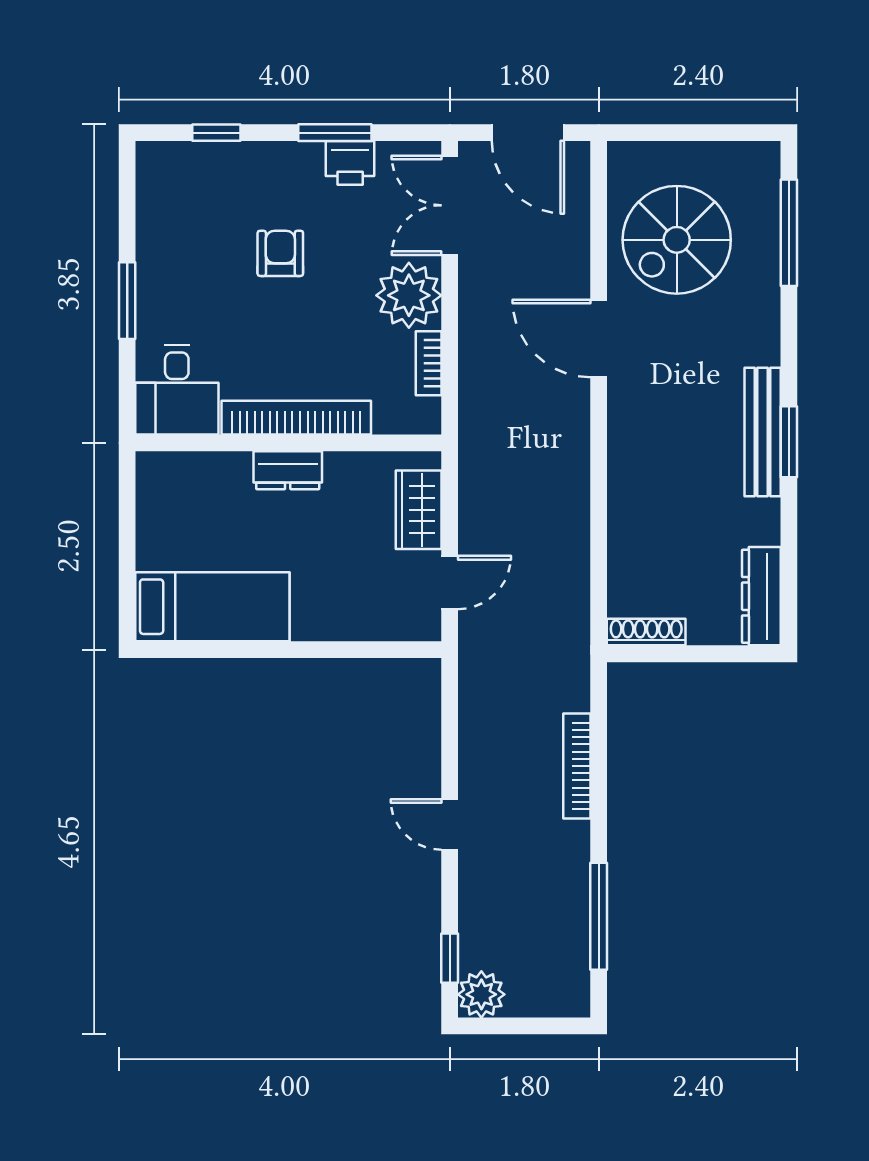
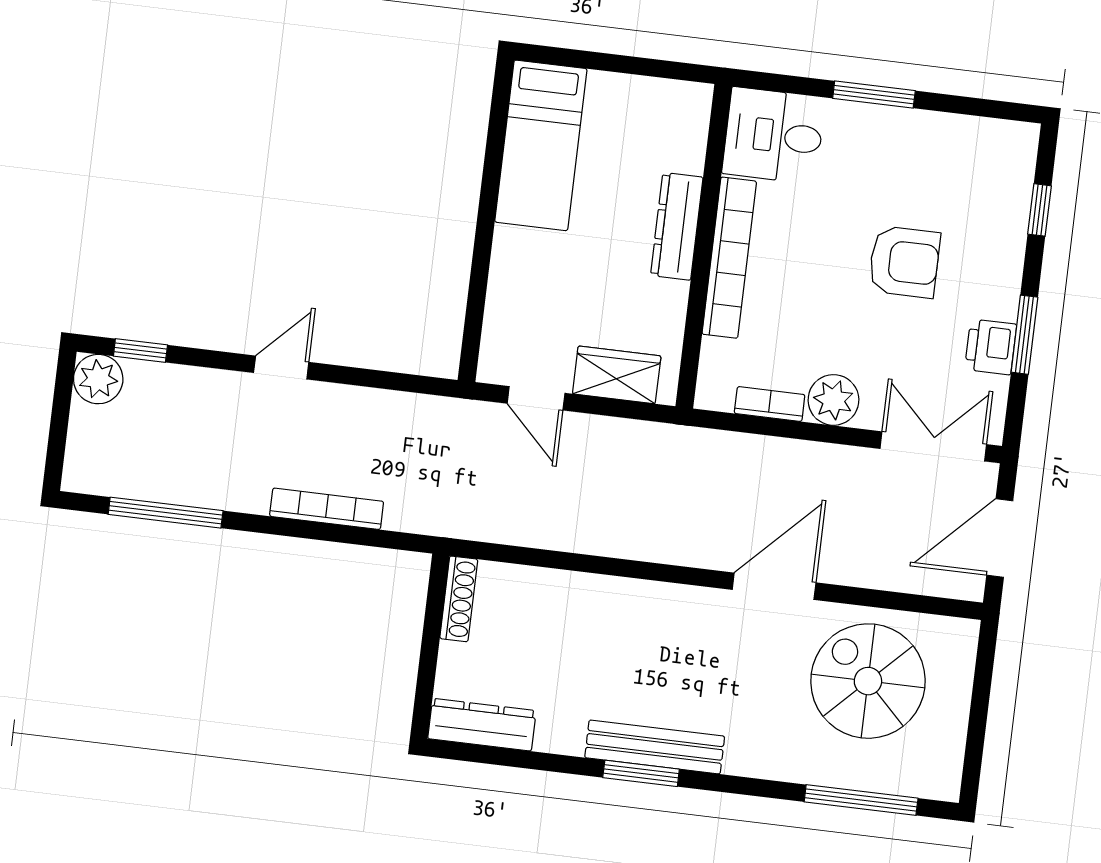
armchair: (280, 253) -> (904, 262), width x1.38, depth x1.38
plant: (409, 295) -> (833, 400), width x0.73, depth x0.73
dresser: (288, 470) -> (677, 226), width x1.44

